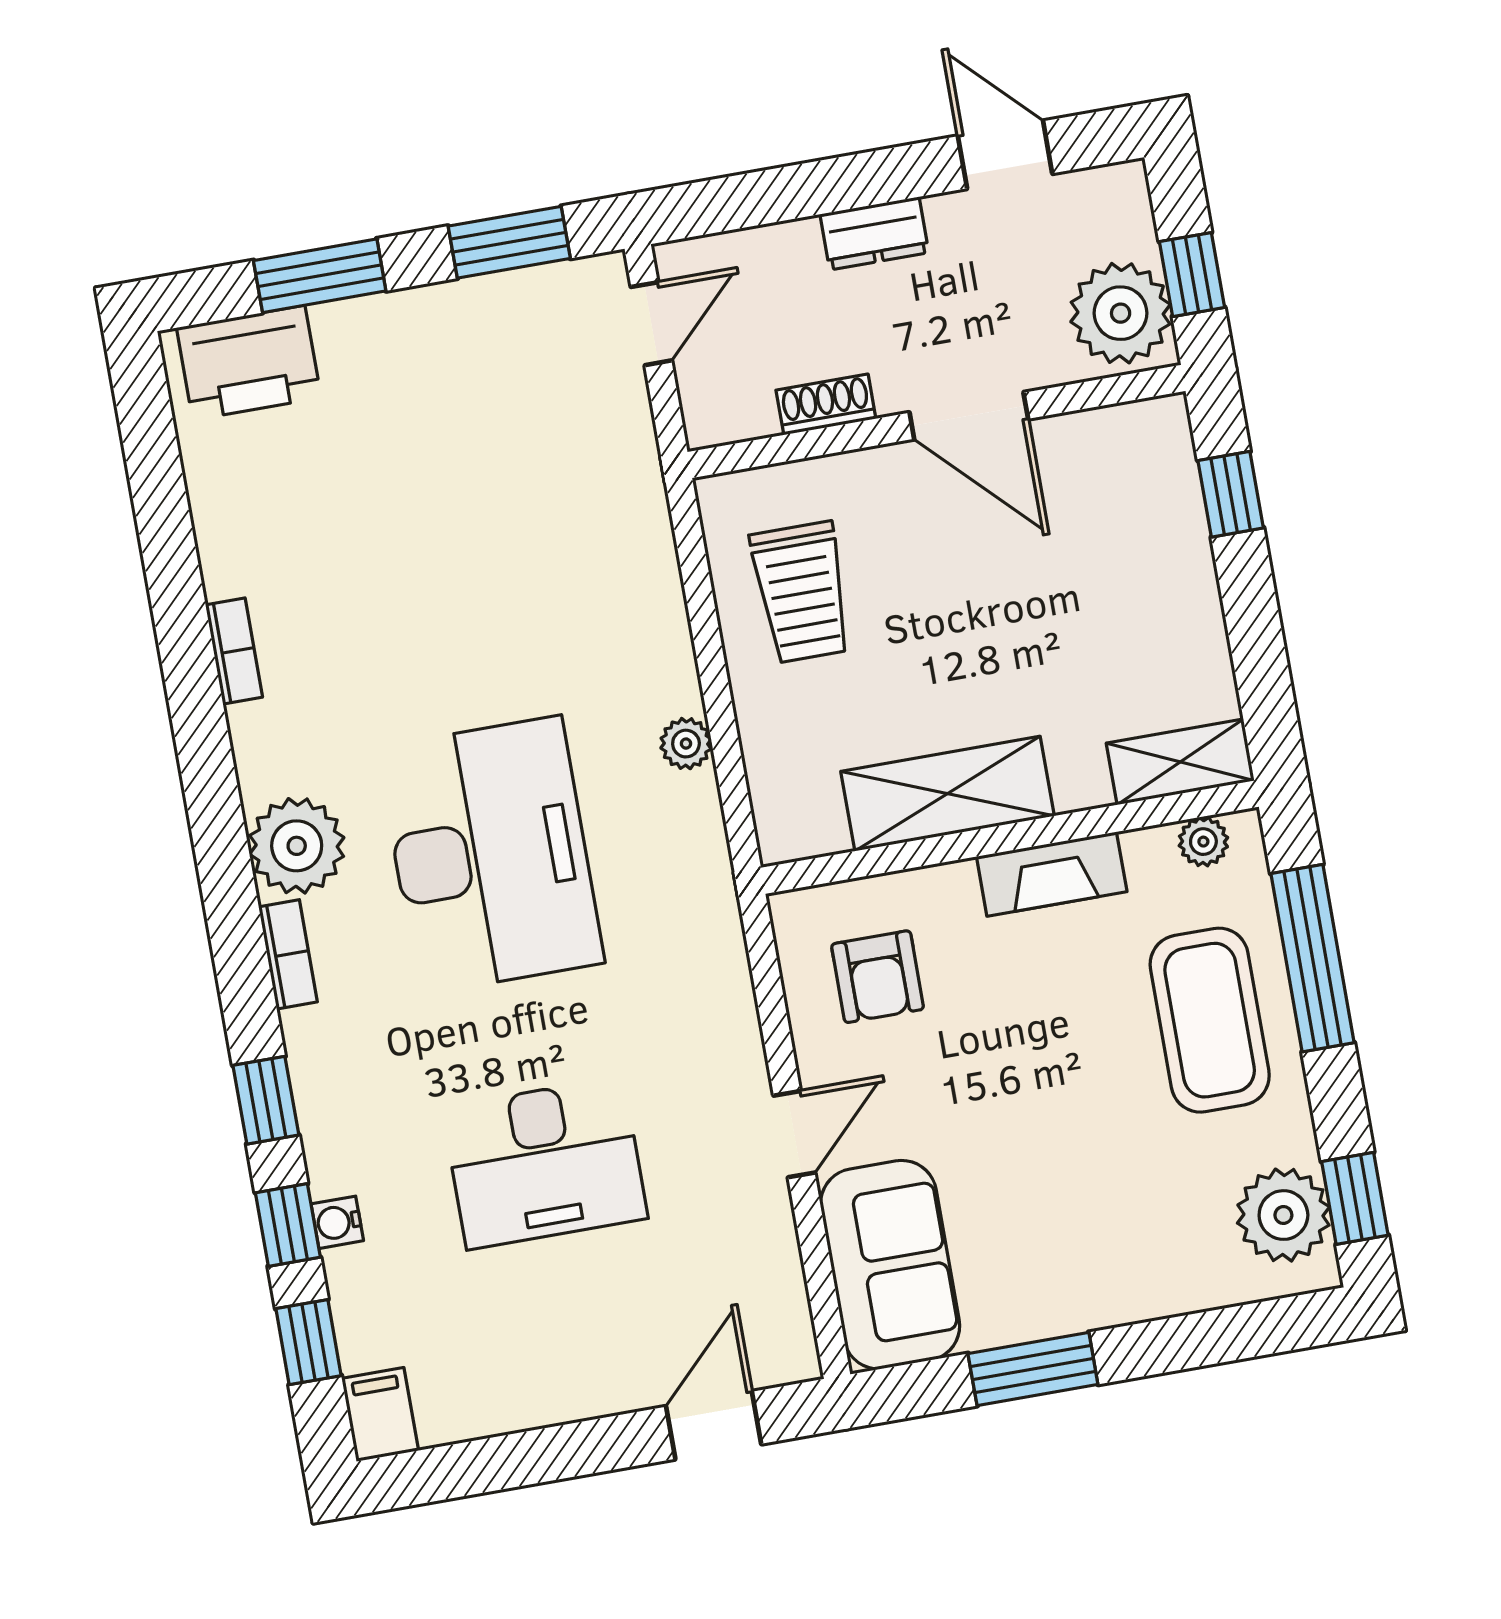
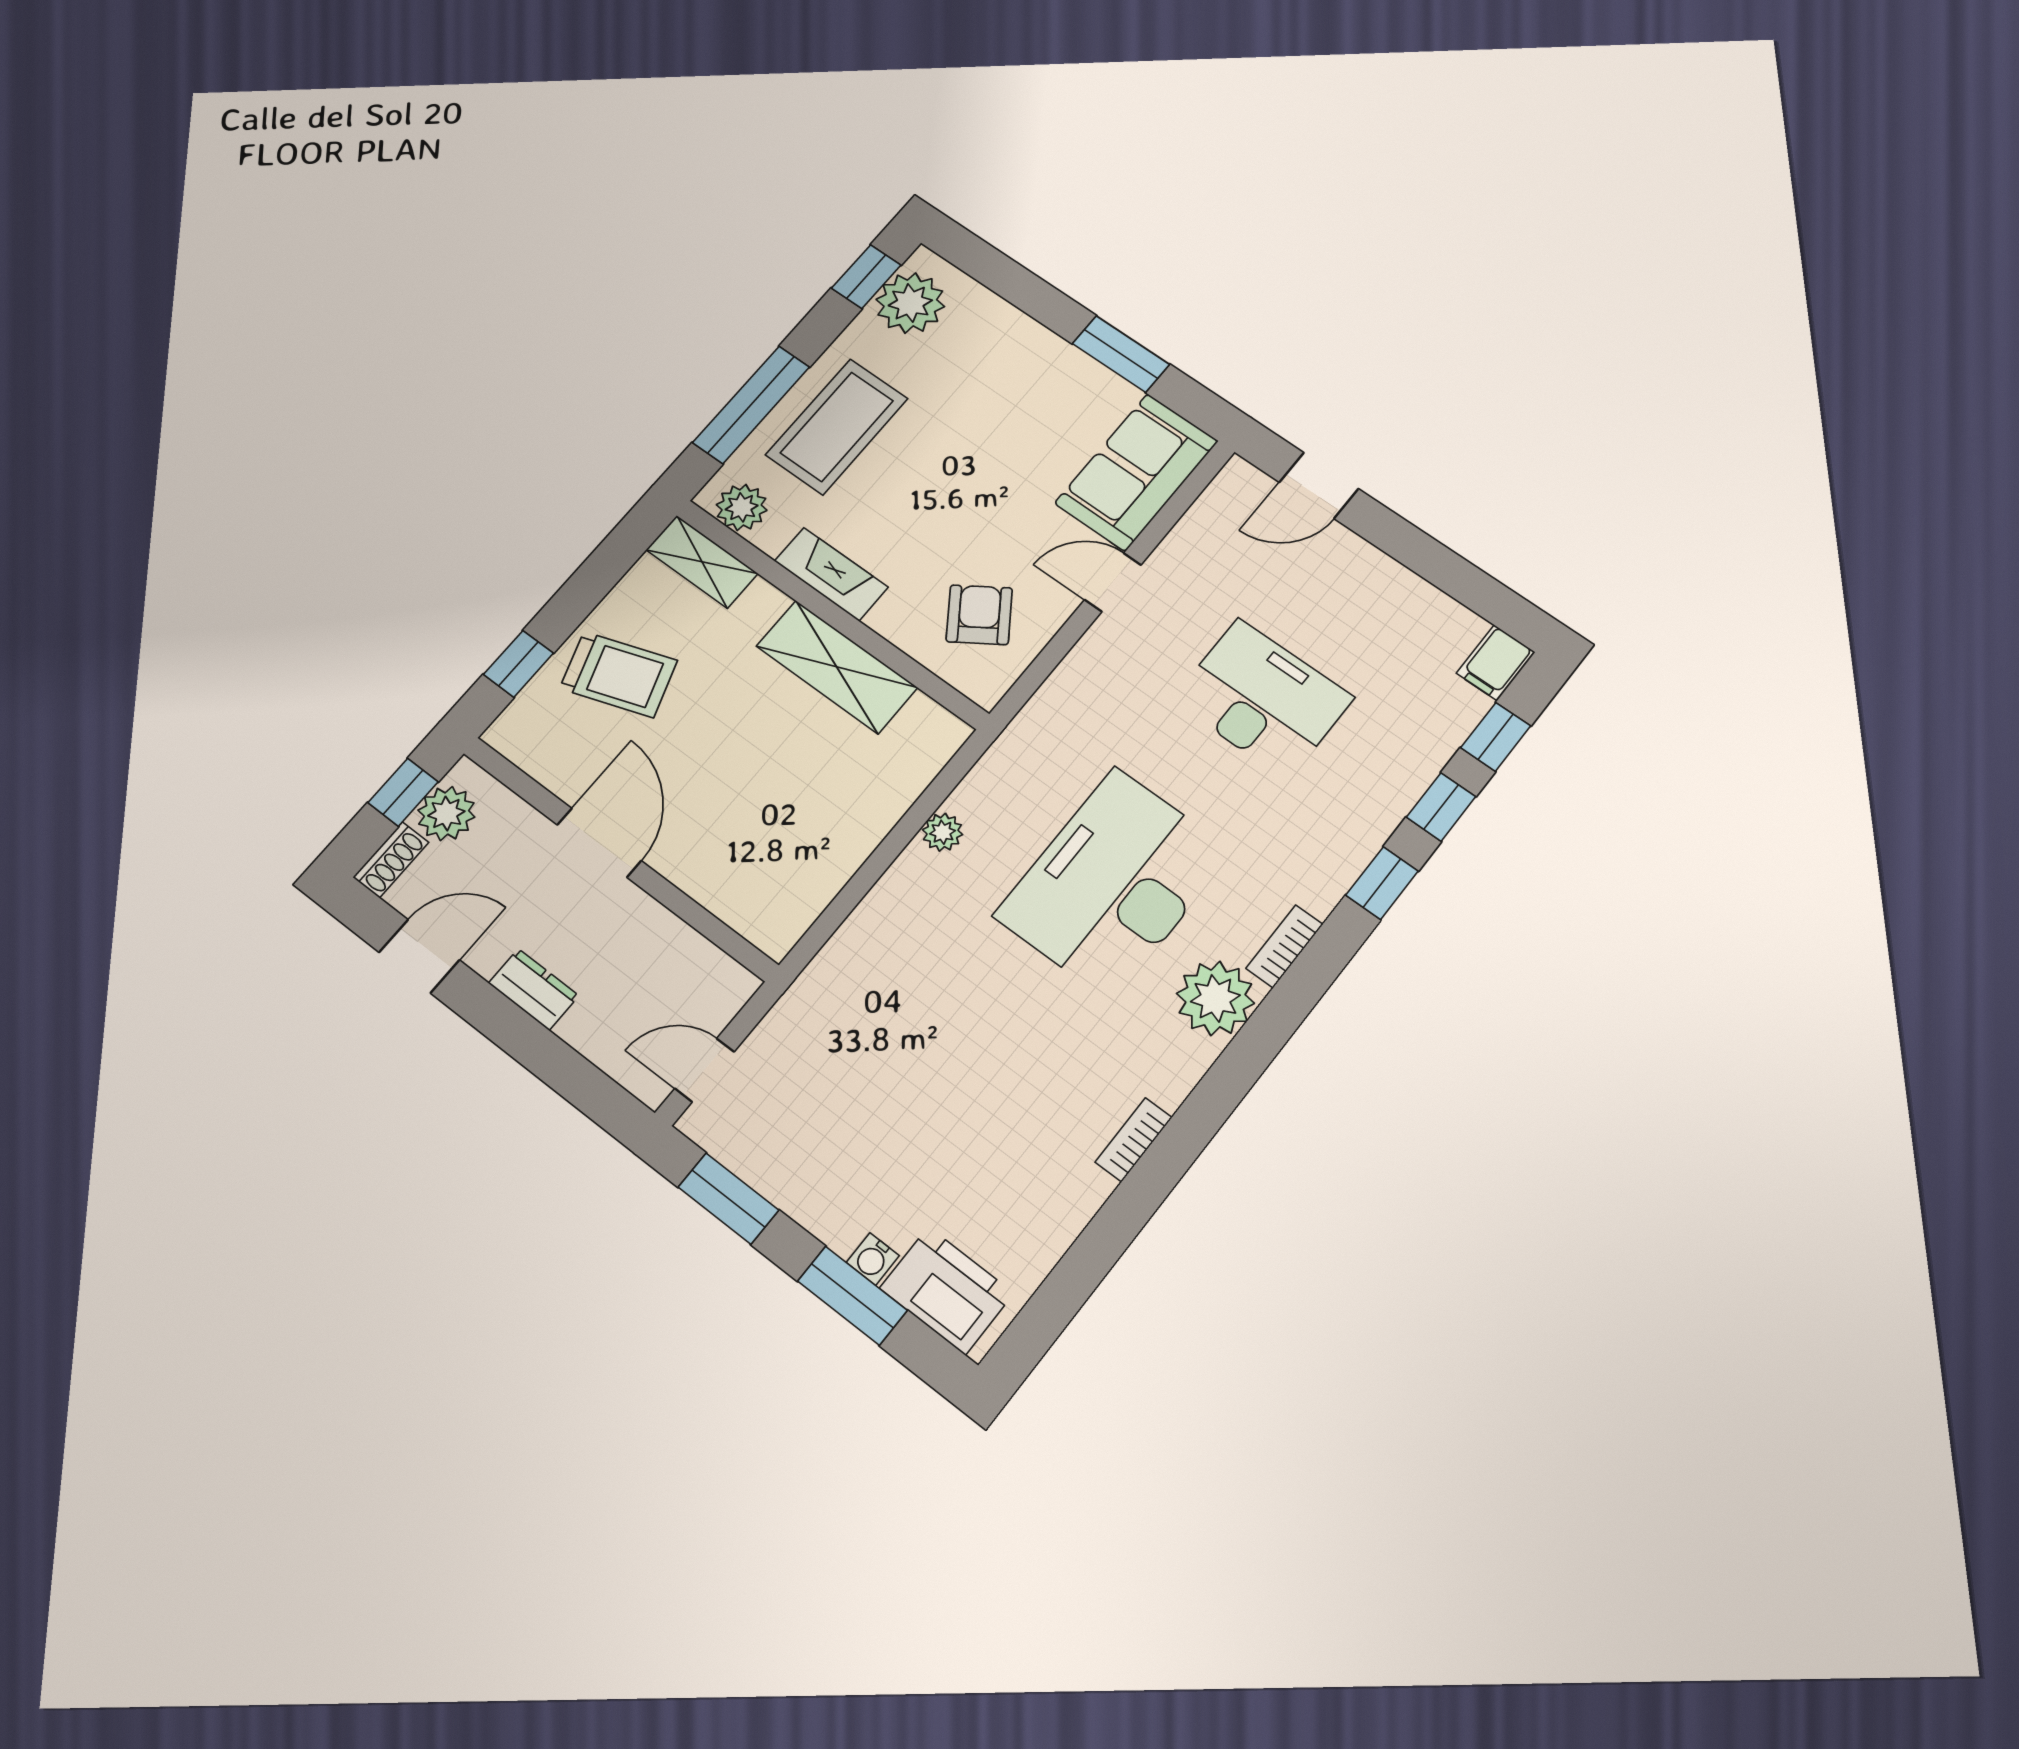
door: (1005, 155) -> (419, 956), swing flipped
plant: (1121, 313) -> (446, 814), width x0.73, depth x0.73
shoe rack: (826, 404) -> (391, 860), moved, turned -90
trolley: (802, 592) -> (619, 674), moved, turned 71
plant: (1203, 842) -> (742, 507), width x1.38, depth x1.38
armchair: (878, 977) -> (979, 615), turned -34
water cooler: (337, 1222) -> (873, 1259), moved, turned 90

